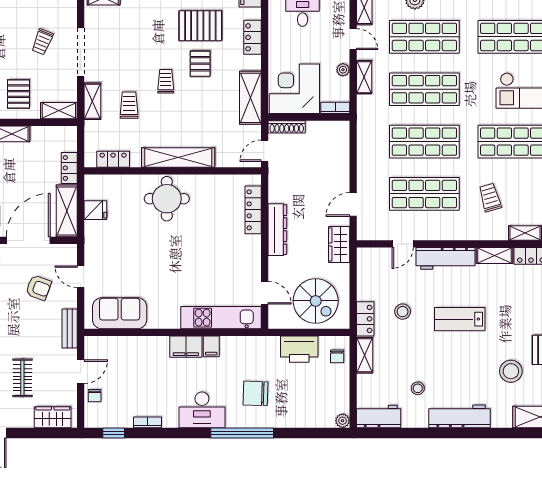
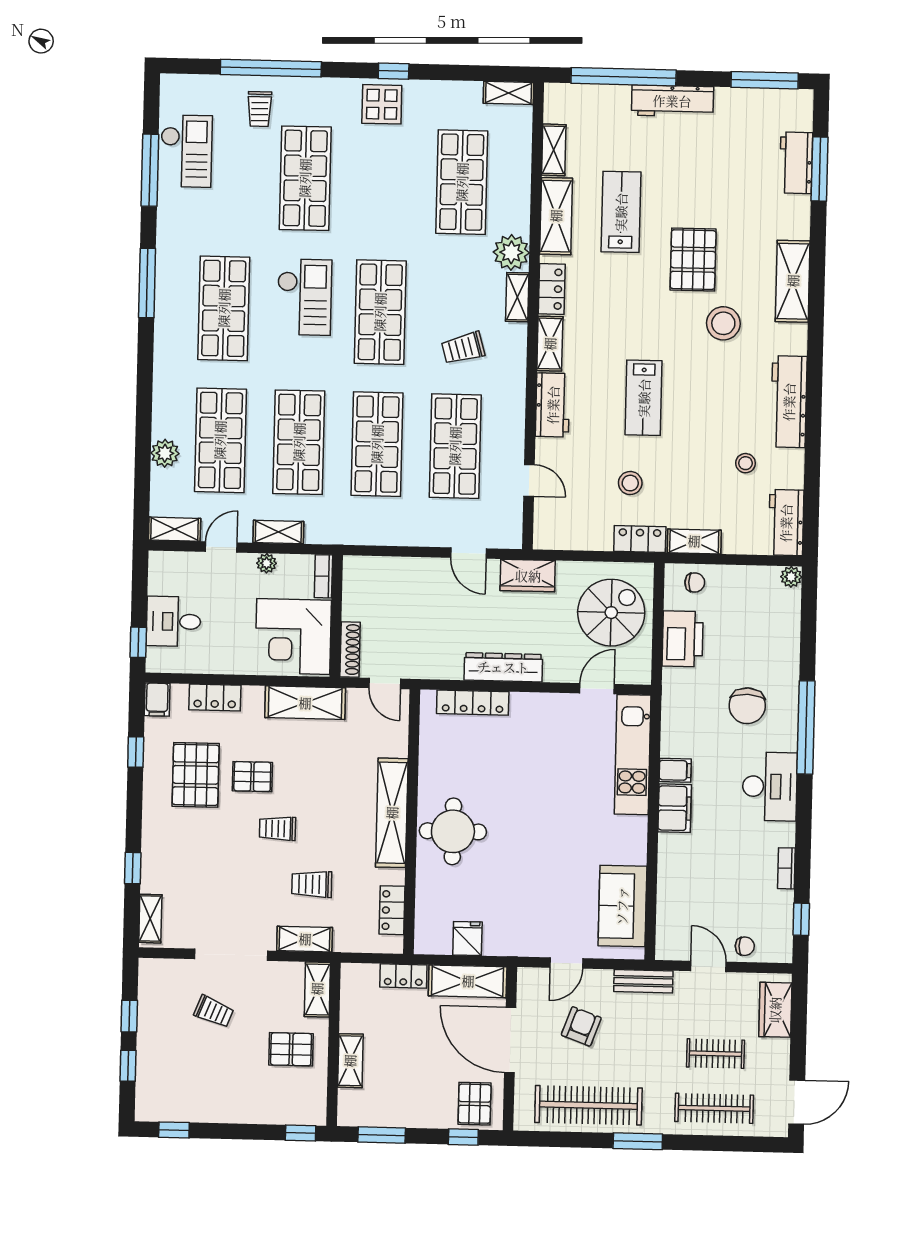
workbench: (446, 258) -> (553, 405), width x0.73

